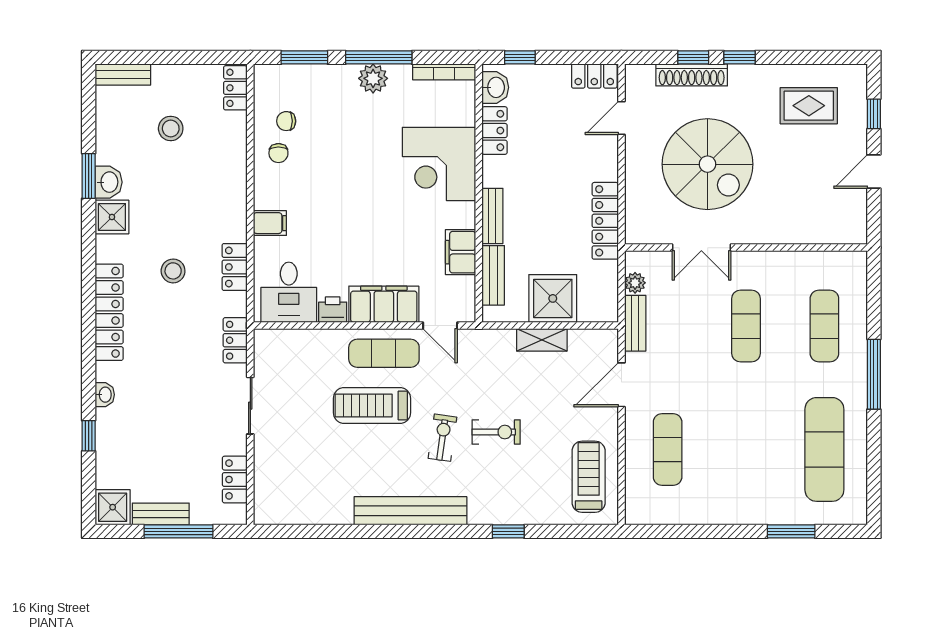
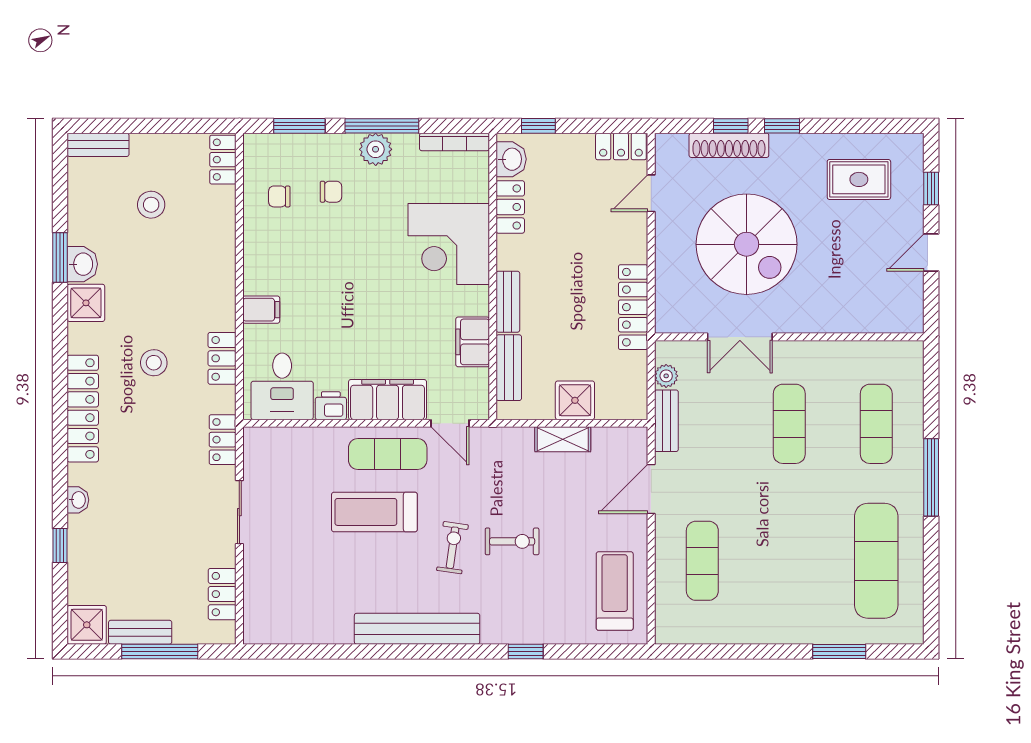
chair: (278, 153) -> (331, 192), moved, turned -90
shower: (553, 298) -> (575, 400), width x0.73, depth x0.73

